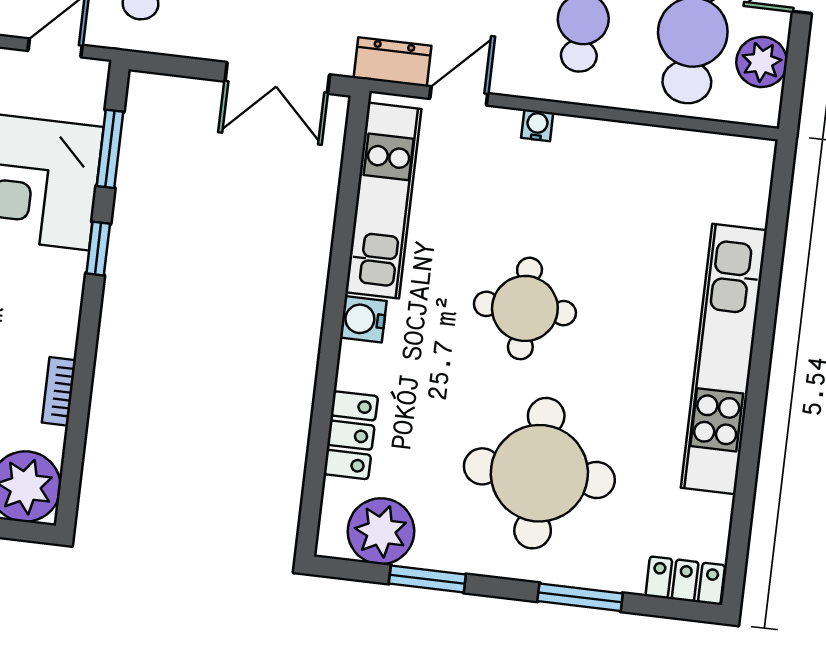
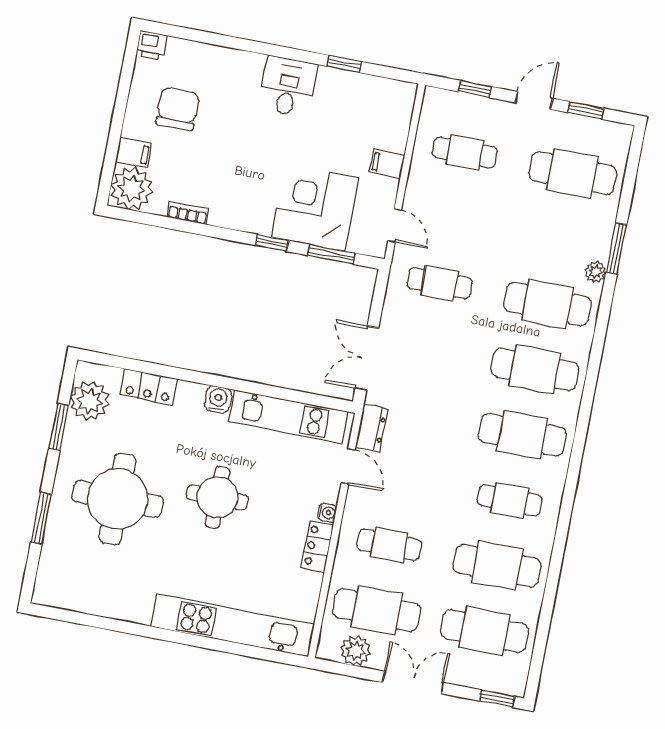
kitchen unit: (724, 359) -> (233, 625), moved
locker: (685, 581) -> (317, 546), moved, turned 180

